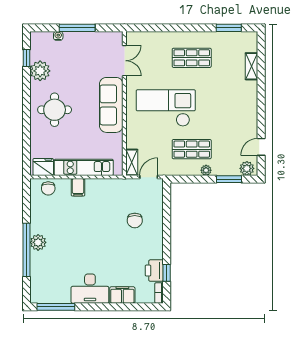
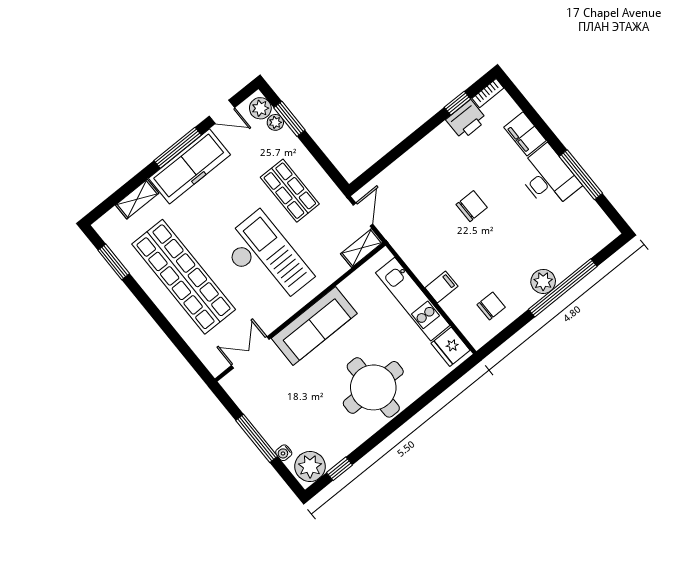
shop shelf: (192, 58) -> (184, 277), width x2.00, depth x1.36
plant: (40, 71) -> (310, 466), moved
freezer: (246, 107) -> (190, 166), added
checkout: (166, 108) -> (266, 260), turned 180
window: (261, 109) -> (178, 148), added
round table: (55, 110) -> (373, 387), width x1.36, depth x1.36
plant: (206, 170) -> (275, 122), moved
door: (149, 177) -> (363, 215), swing flipped
chair: (48, 188) -> (491, 306), moved
chair: (135, 220) -> (472, 206), moved
window: (56, 307) -> (581, 175), moved

